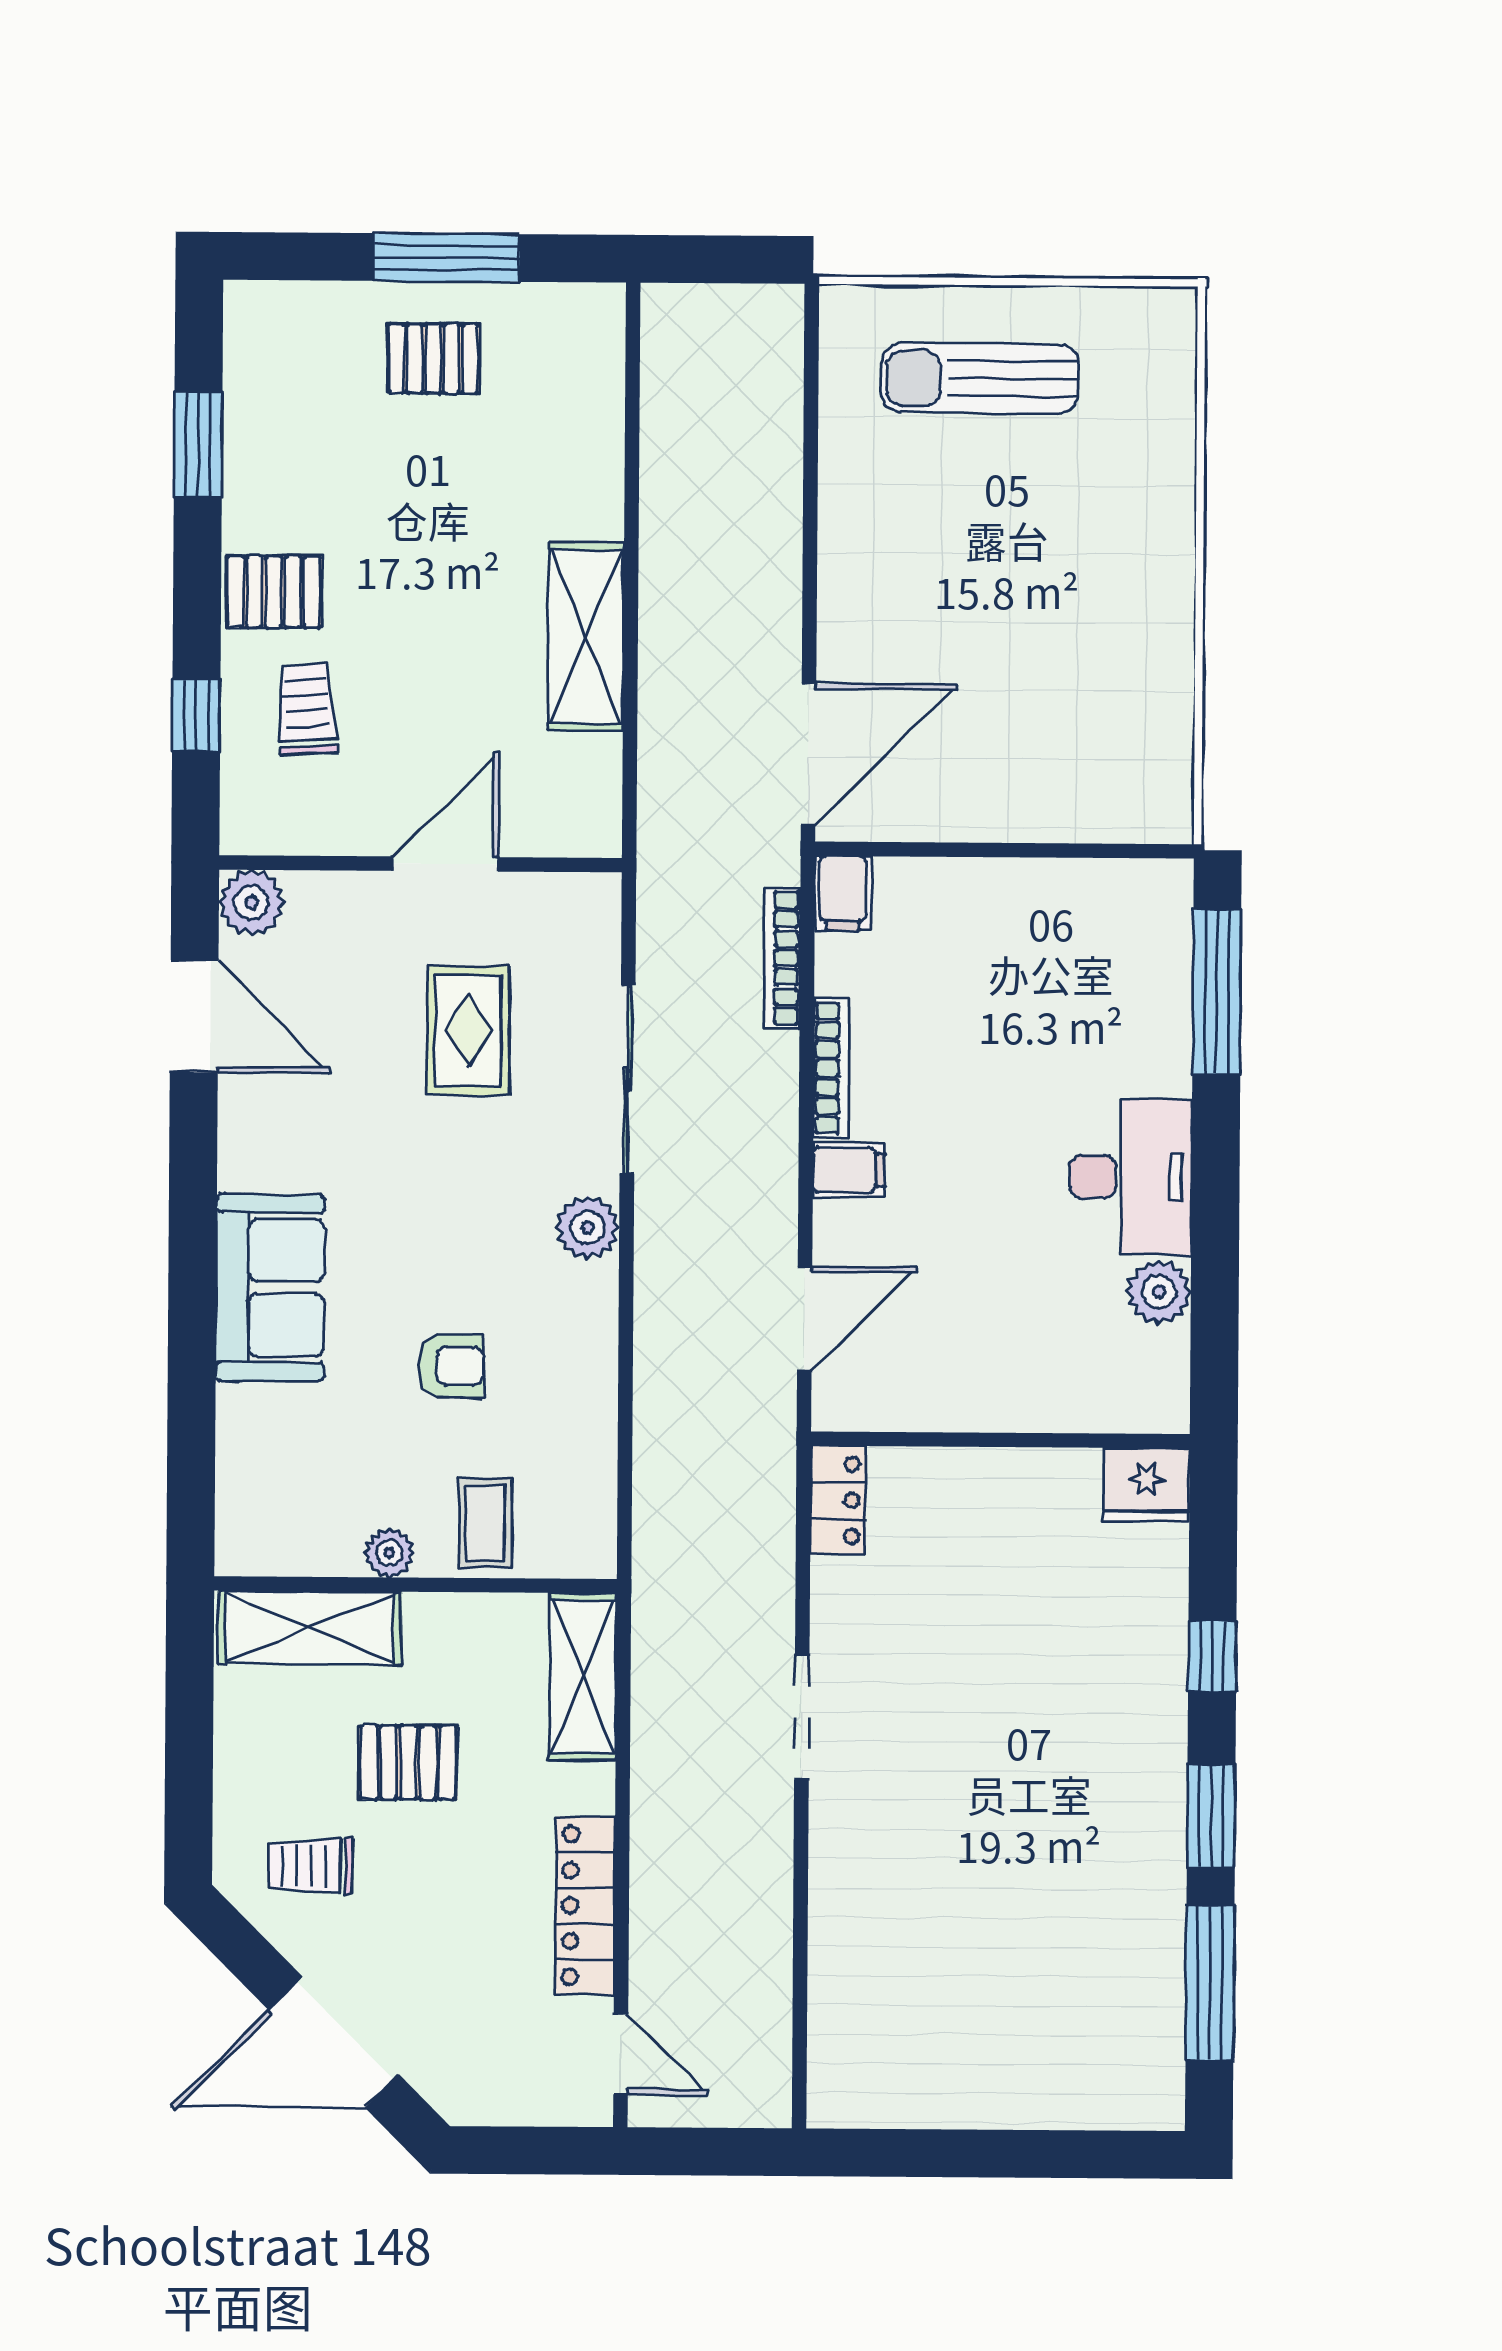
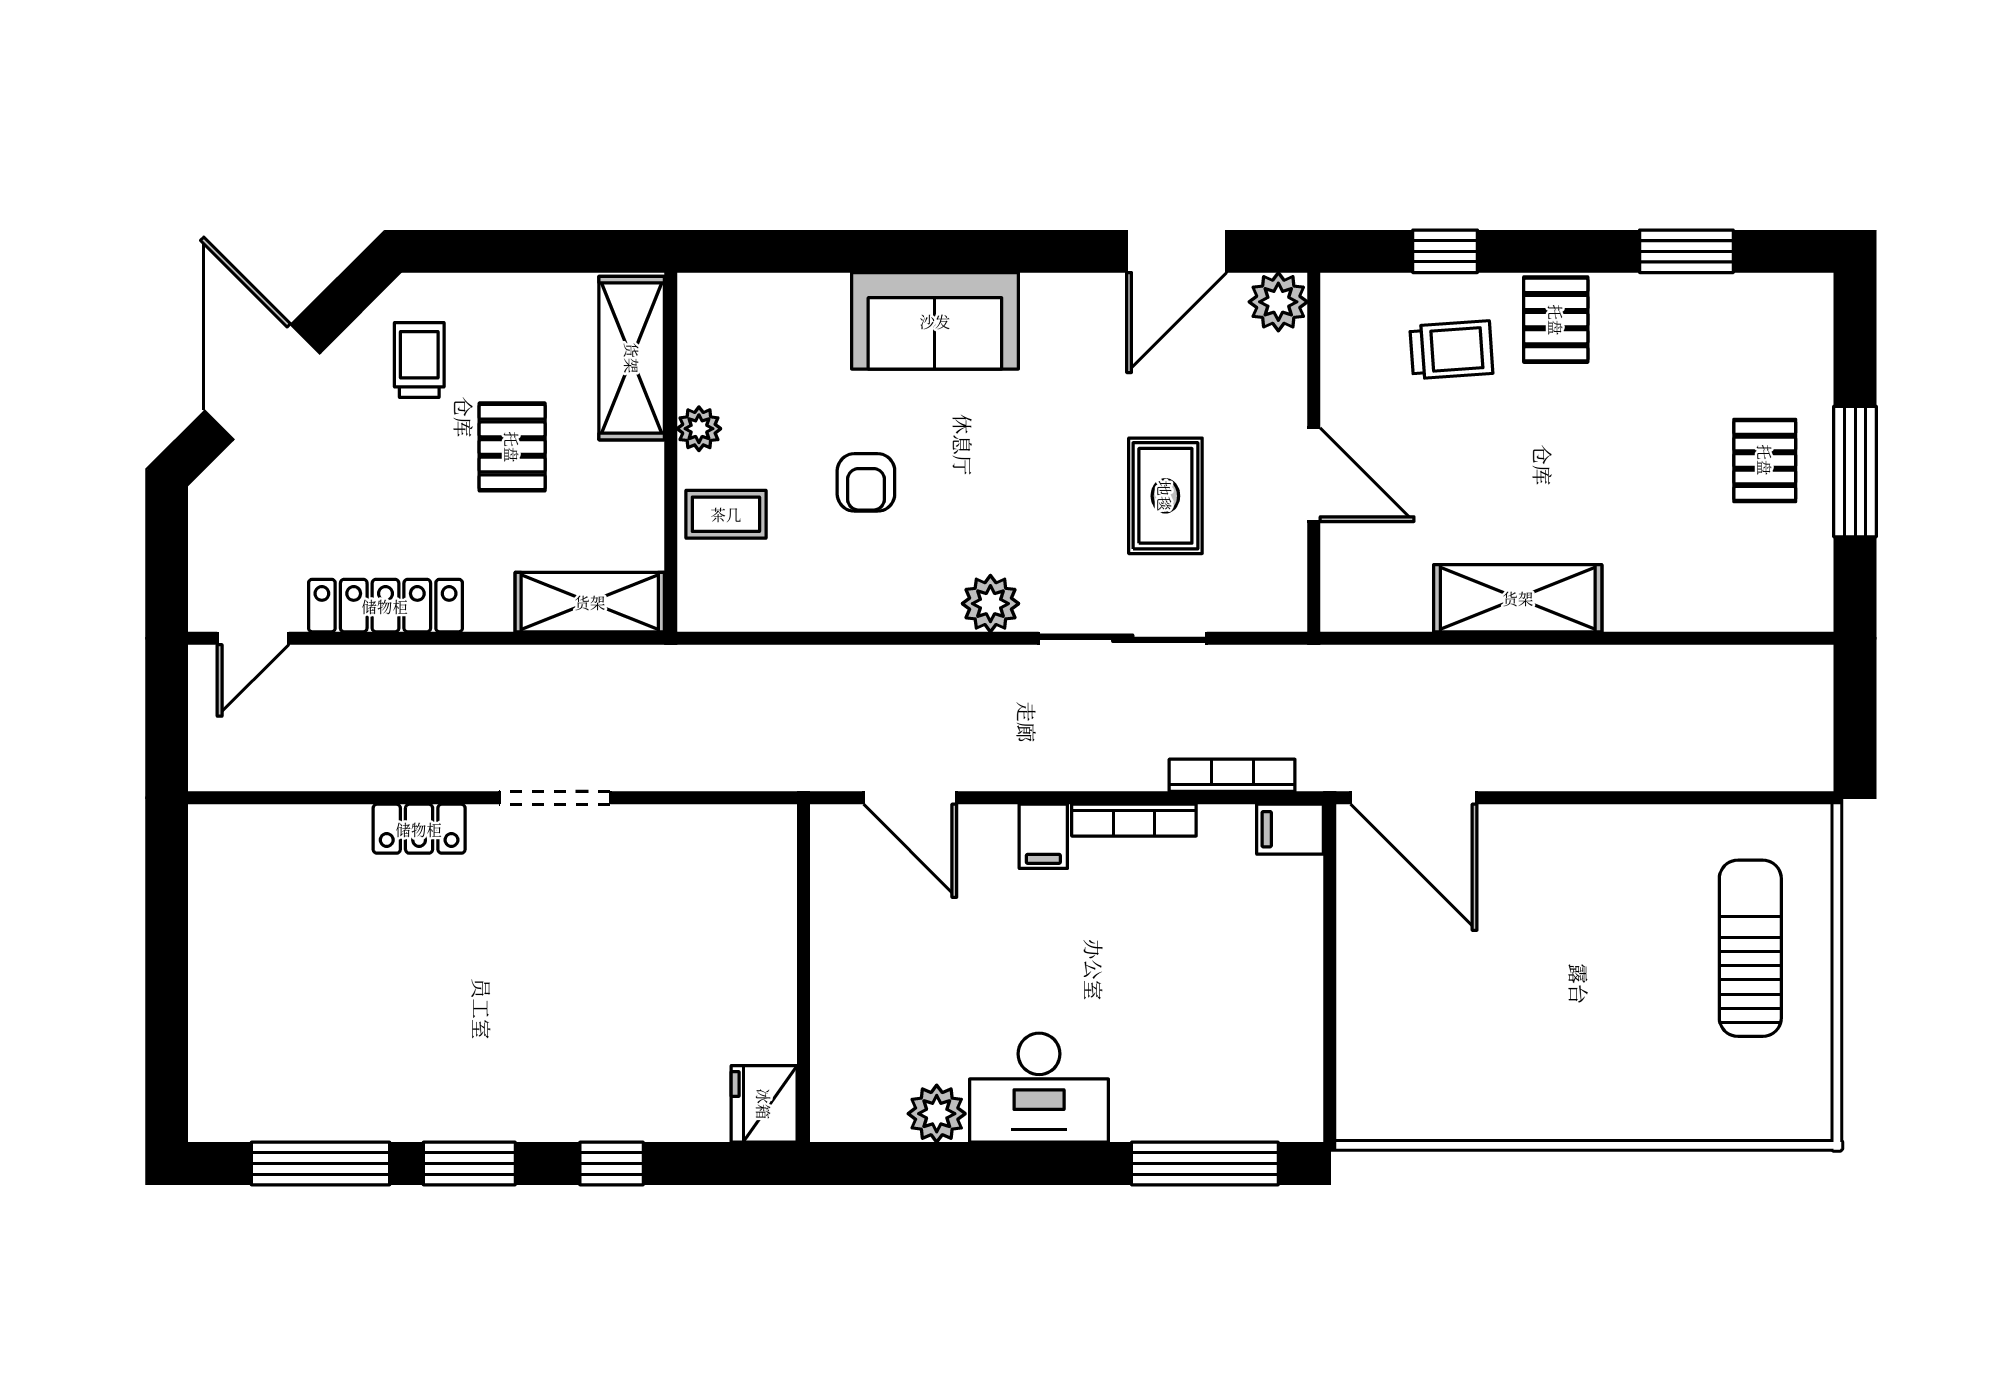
rug: (468, 1031) -> (1165, 496), turned 90
locker: (838, 1500) -> (419, 829), moved

